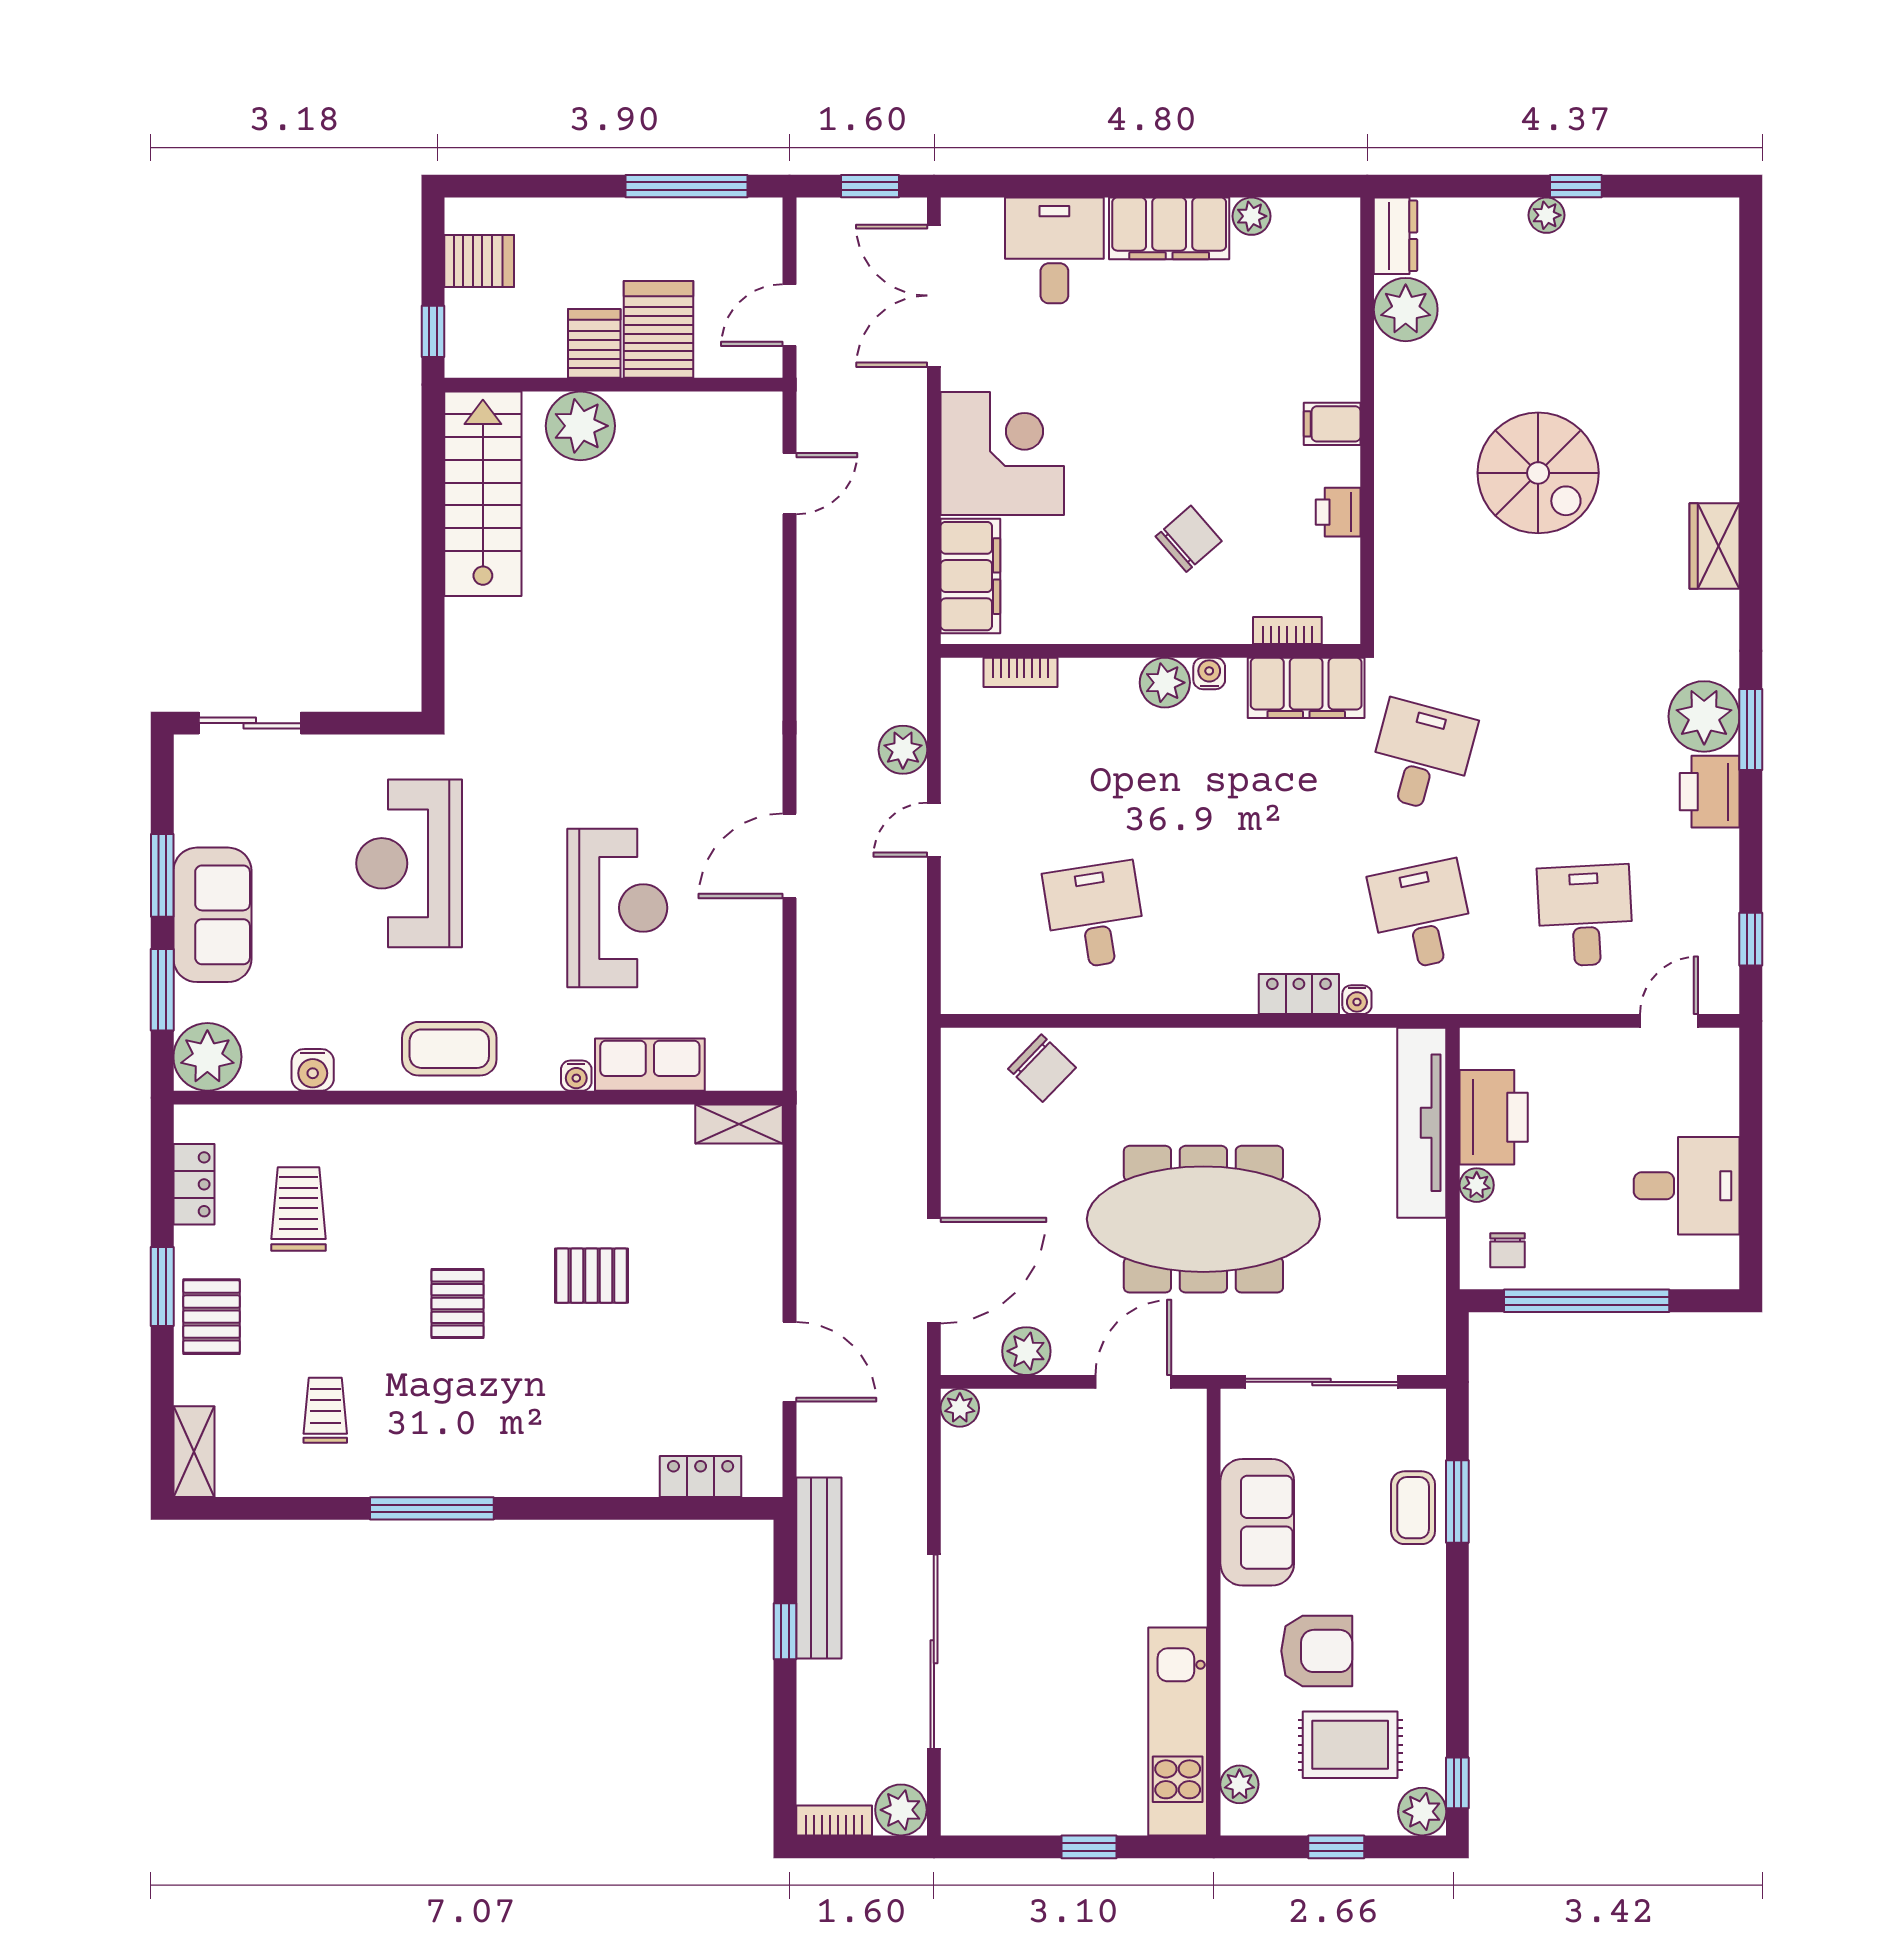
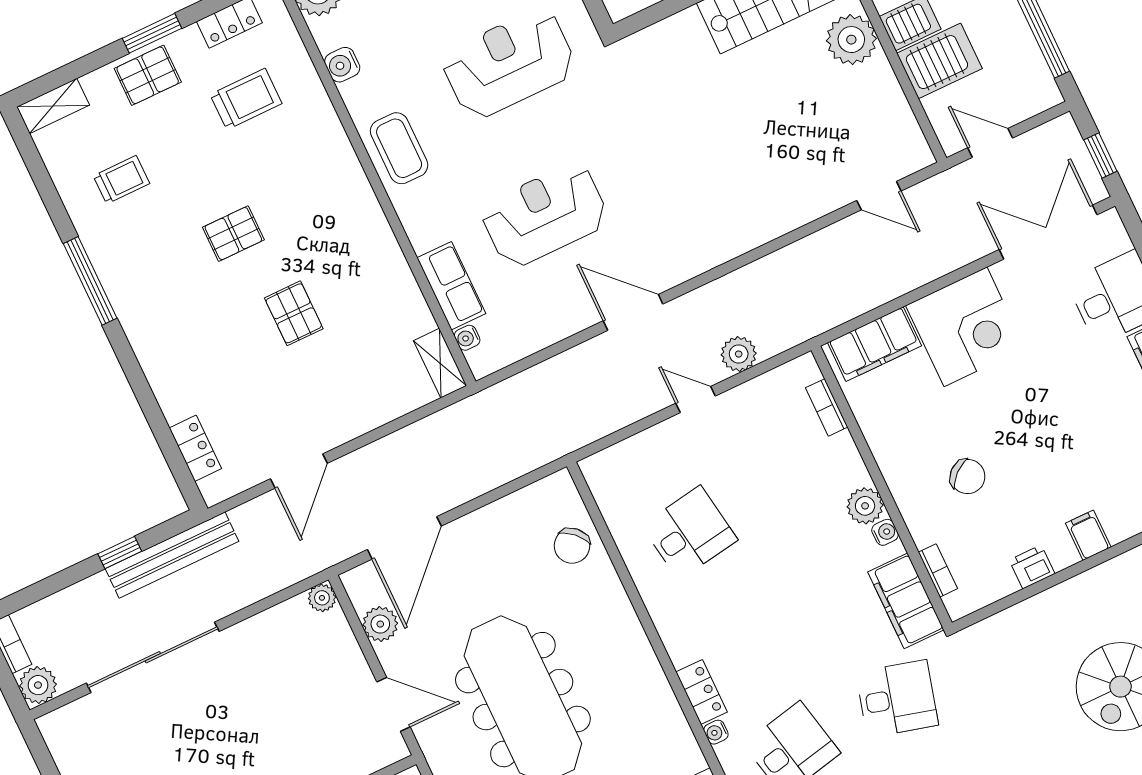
reception desk: (617, 908) -> (545, 215), turned 180
water cooler: (576, 1076) -> (467, 338), moved
door: (934, 1271) -> (404, 538), hinge flipped

